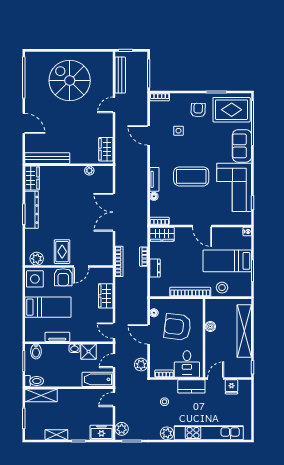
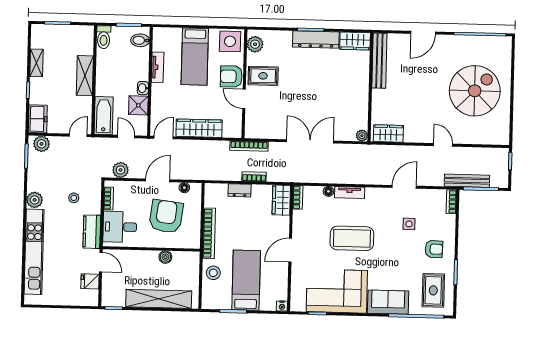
bench: (120, 75) -> (467, 181), moved
rug: (232, 110) -> (433, 290), width x0.73, depth x0.70
plant: (89, 171) -> (362, 136), moved
coffee table: (191, 176) -> (352, 238), turned 90
wardrobe: (106, 296) -> (199, 128), width x1.50
shelving: (41, 395) -> (85, 76), moved
door: (114, 399) -> (78, 135), hinge flipped

